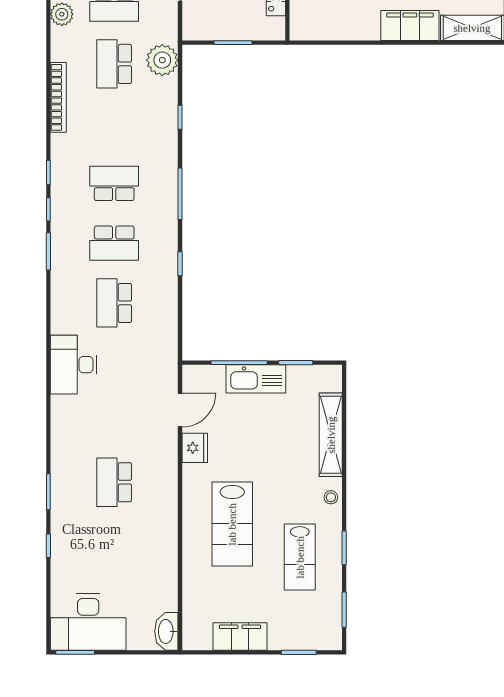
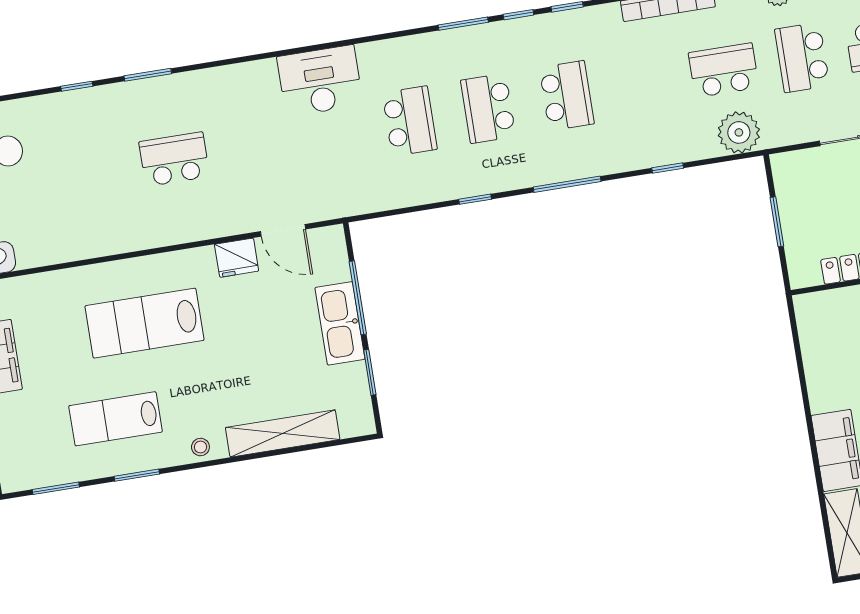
school desk: (114, 303) -> (410, 121), turned 90

